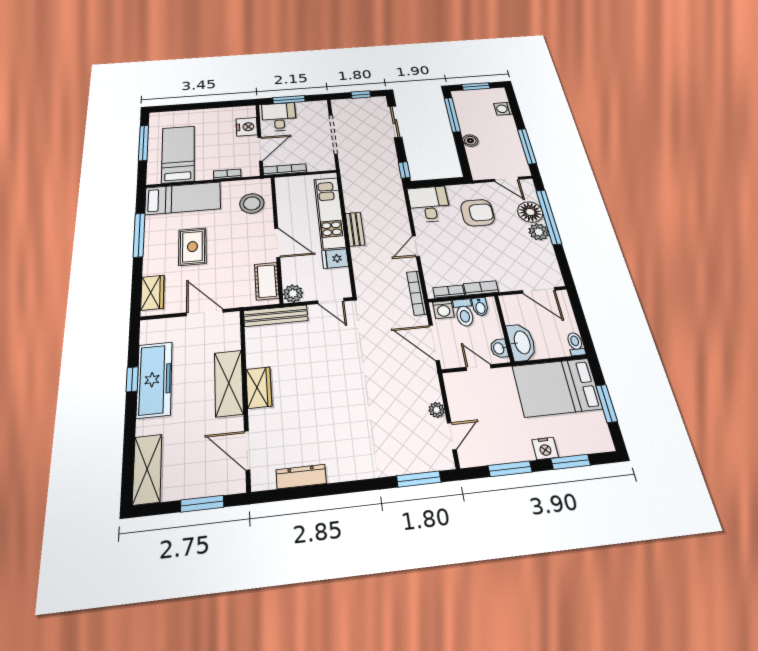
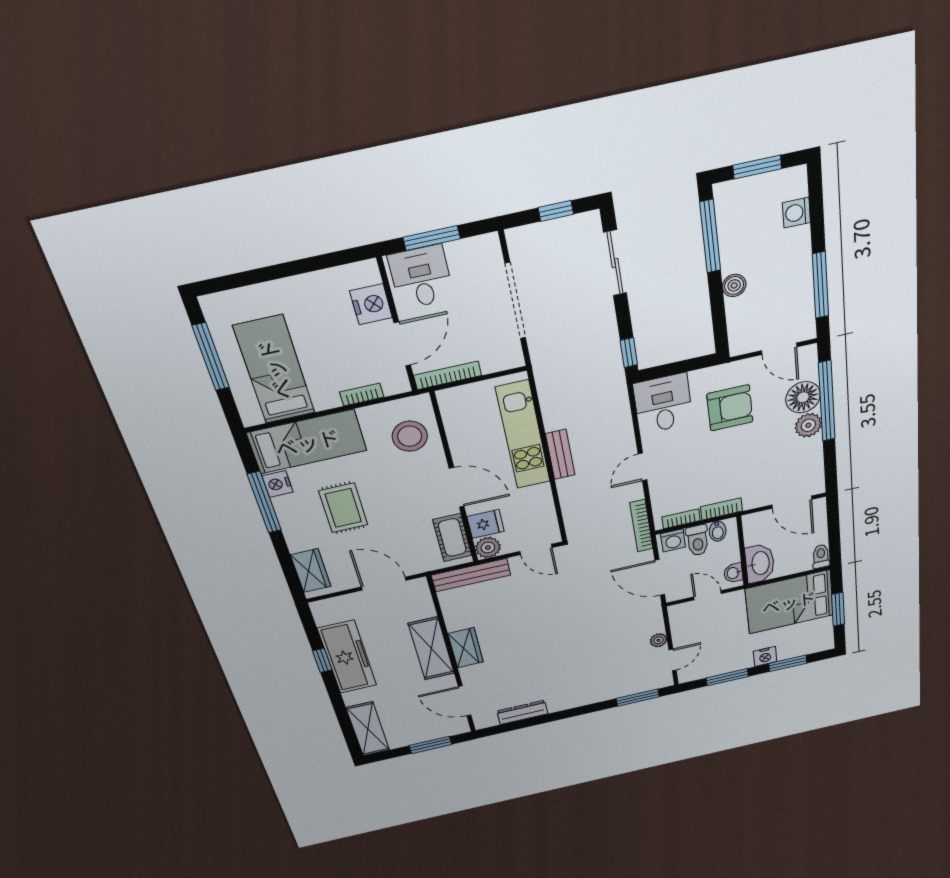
nightstand: (153, 223) -> (277, 484), added
fridge: (335, 259) -> (486, 524), moved, turned 180

